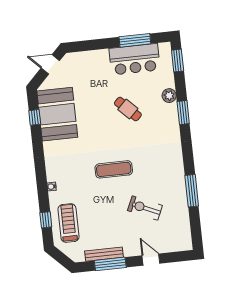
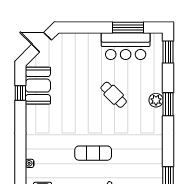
plant: (169, 96) -> (156, 100), moved
booth: (57, 114) -> (38, 86), width x0.73, depth x0.70

